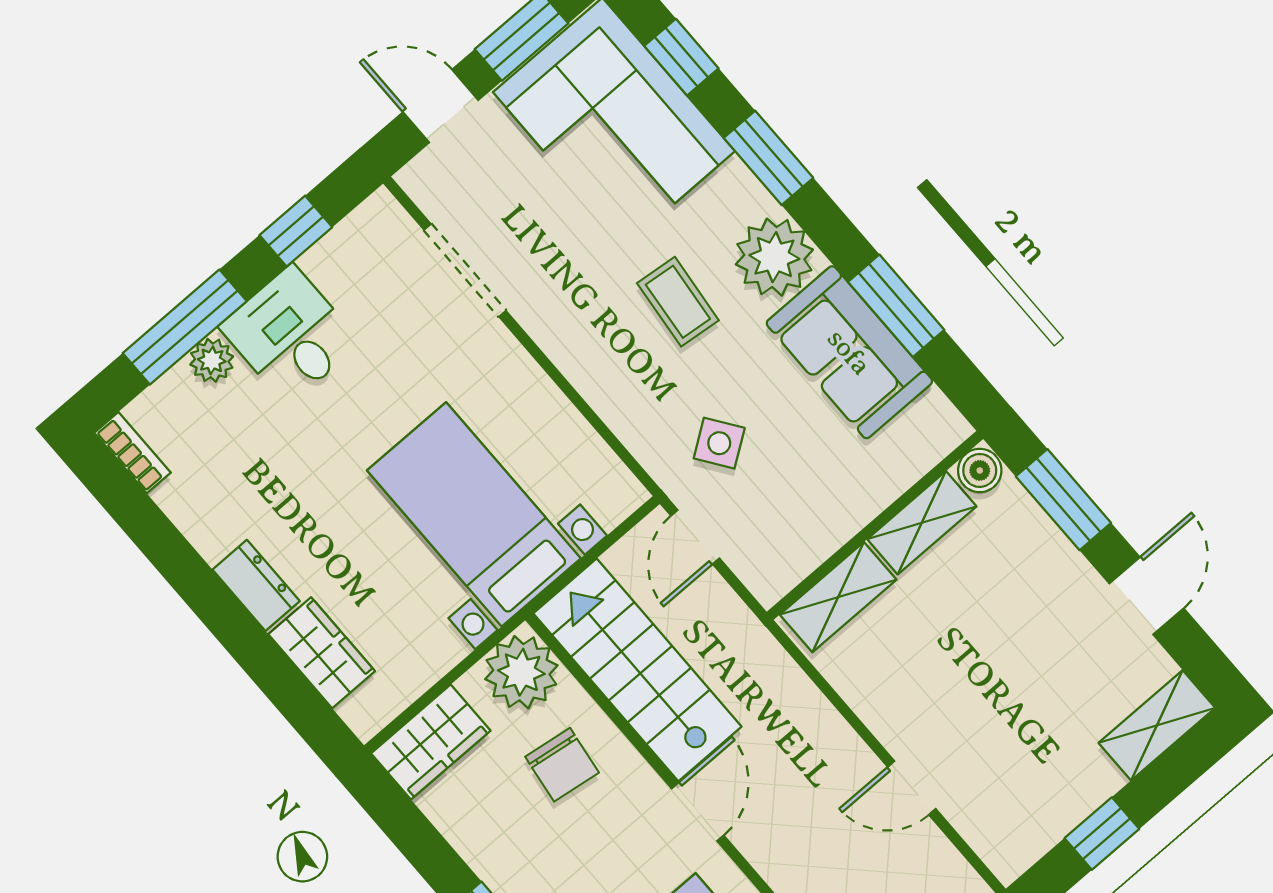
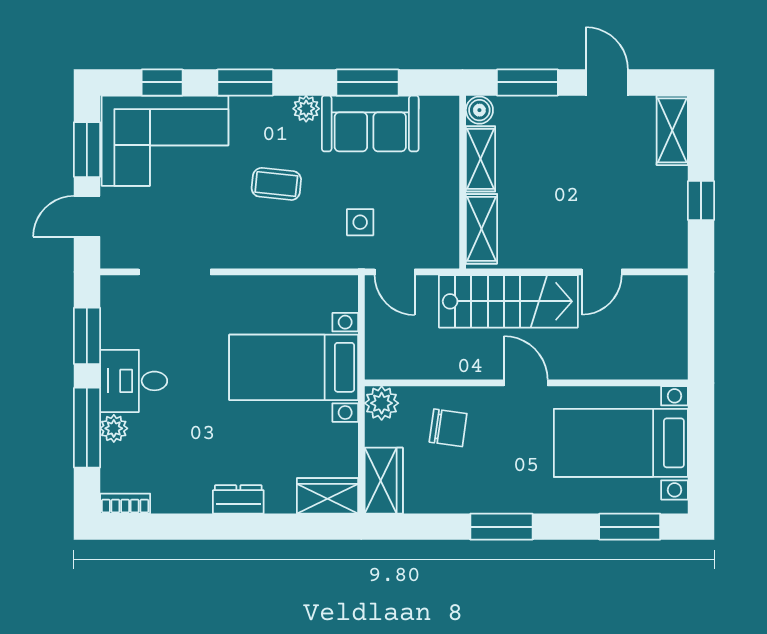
window: (296, 231) -> (87, 336), width x1.50
plant: (774, 257) -> (306, 109), width x0.53, depth x0.53
side table: (719, 443) -> (360, 222), turned 35
wardrobe: (322, 653) -> (327, 496), moved
stairs: (637, 670) -> (508, 301), moved, turned 180
plant: (521, 672) -> (382, 403), width x0.73, depth x0.73

